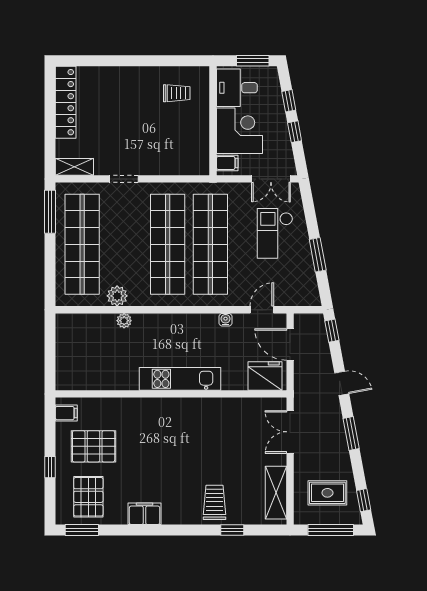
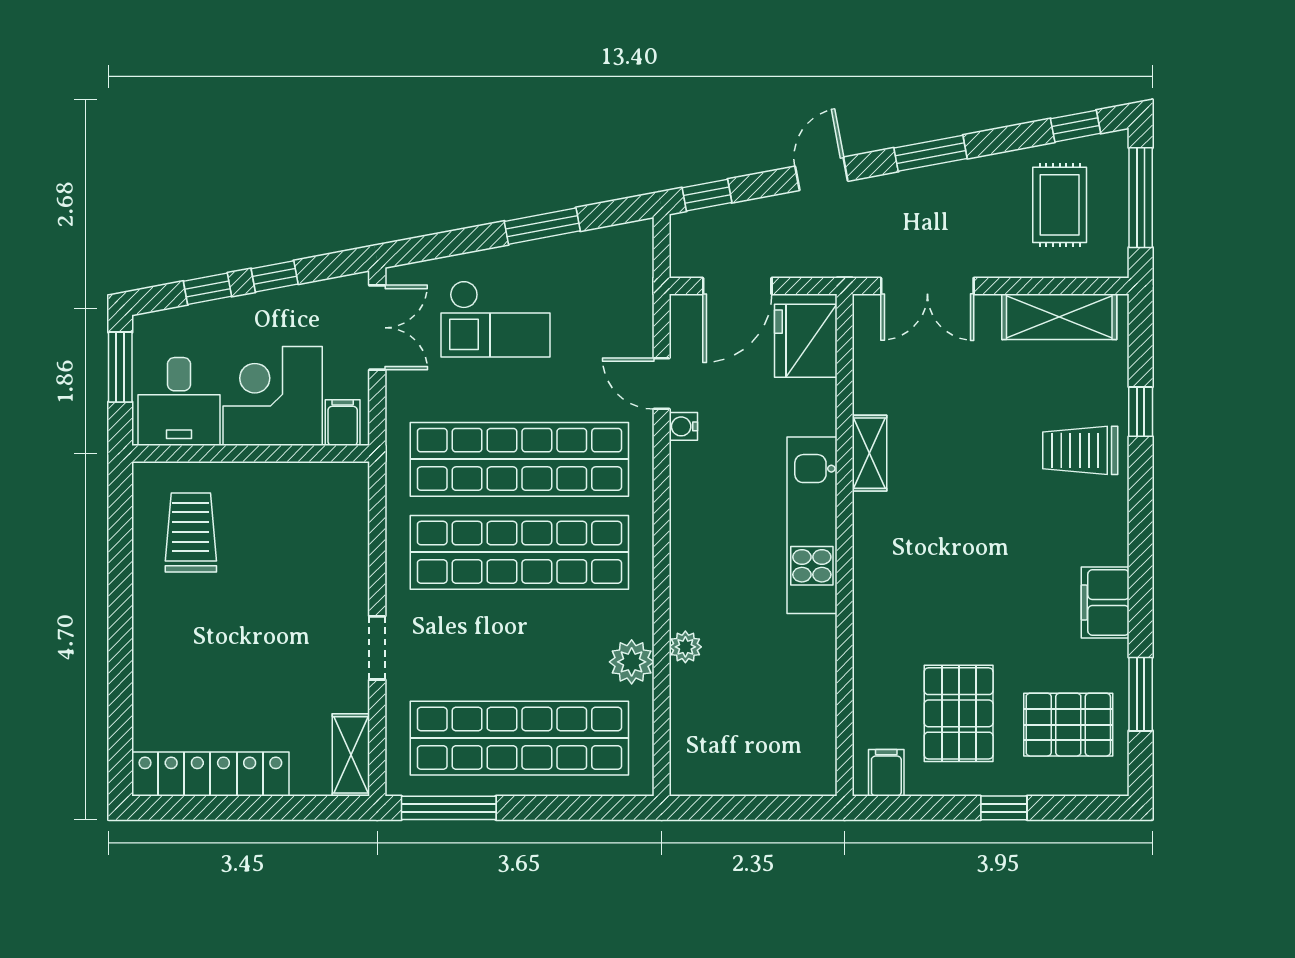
trolley: (177, 93) -> (191, 533), width x1.36, depth x1.39
door: (262, 310) -> (662, 384), moved
shelving: (213, 405) -> (870, 453), added
window: (82, 530) -> (1141, 694), moved

